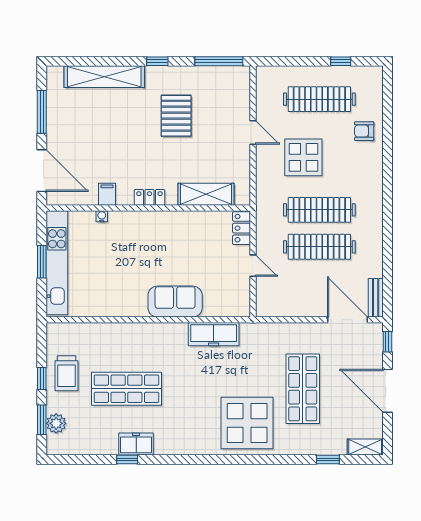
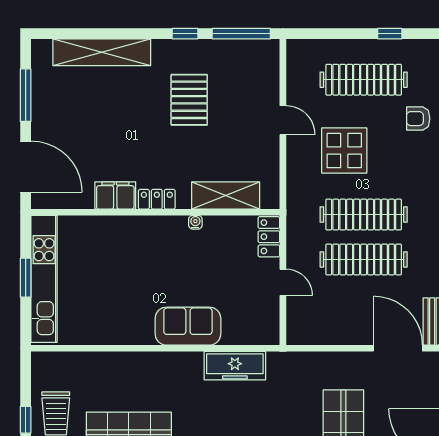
window: (157, 61) -> (185, 34), moved
filing cabinet: (107, 194) -> (115, 195), width x2.00
water cooler: (102, 216) -> (195, 222), moved

